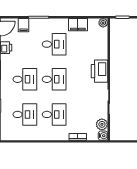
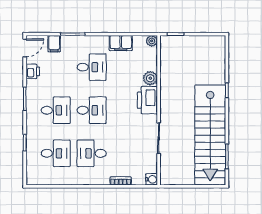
desk: (54, 114) -> (92, 153), turned 180
plant: (102, 124) -> (150, 78), moved

